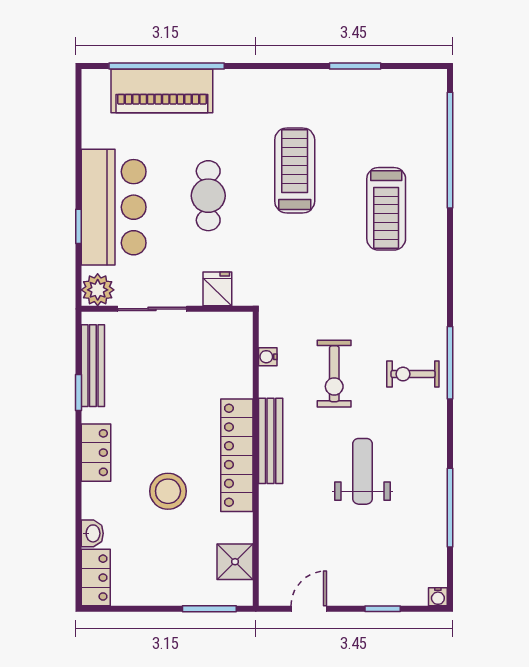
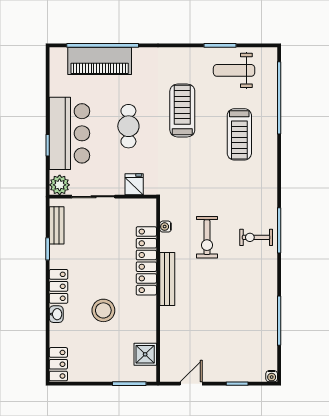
bench: (93, 366) -> (57, 225), width x0.73
locker: (237, 455) -> (146, 261), moved
weight bench: (362, 471) -> (234, 70), moved, turned -90
washbasin: (92, 533) -> (56, 314), moved

